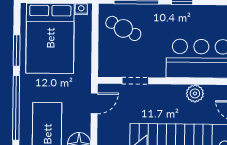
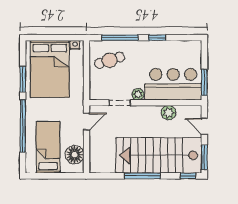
cafe table: (123, 28) -> (110, 60), turned -44
plant: (158, 70) -> (138, 94), added

